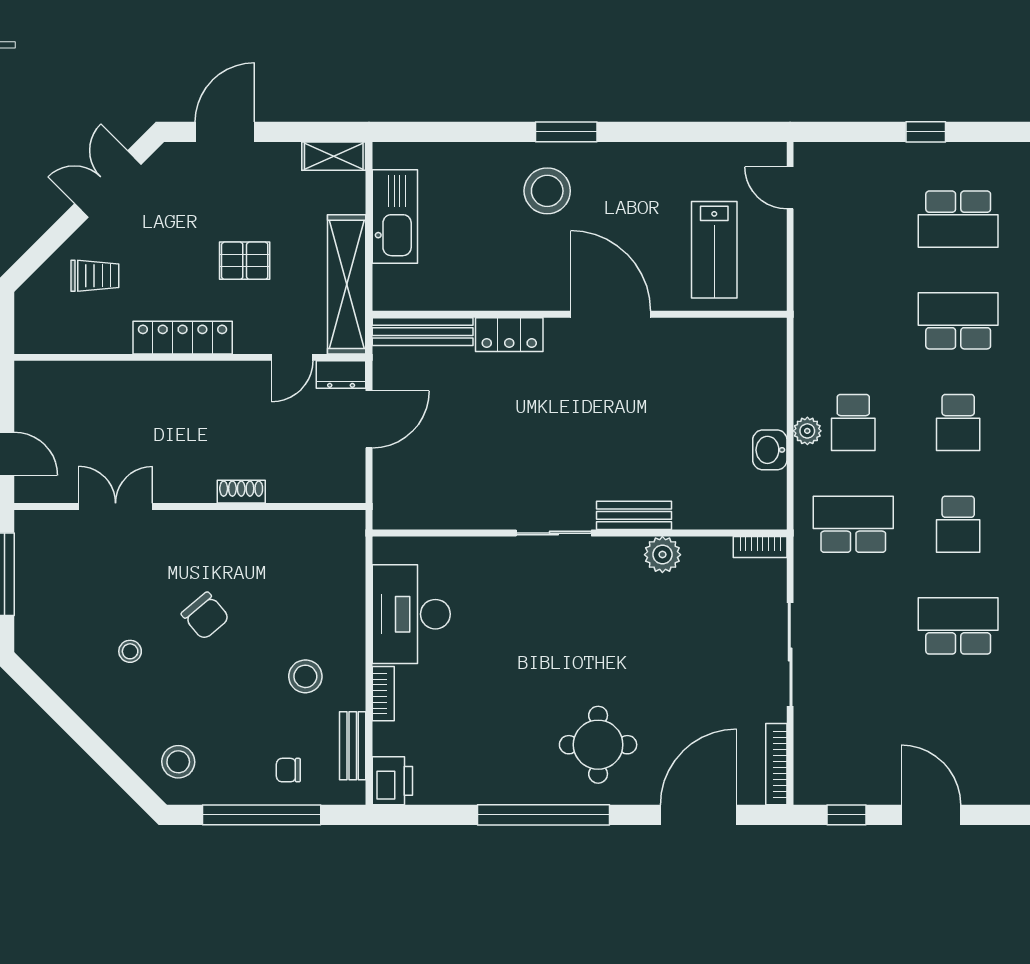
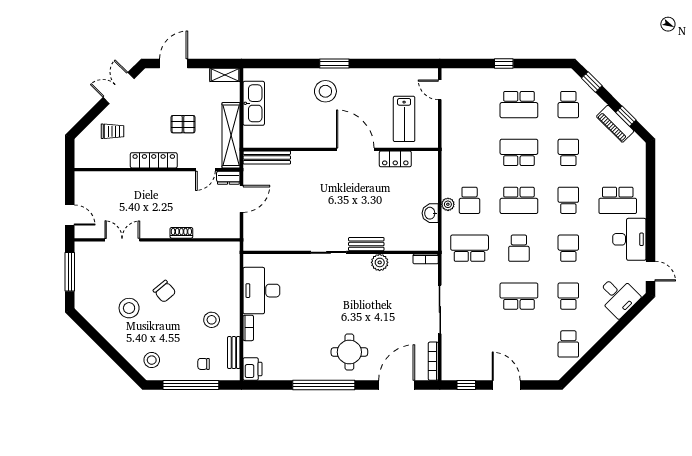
locker: (509, 335) -> (395, 159), moved
school desk: (958, 423) -> (519, 200), width x1.85
stool: (130, 651) -> (129, 308), width x1.89, depth x1.89

